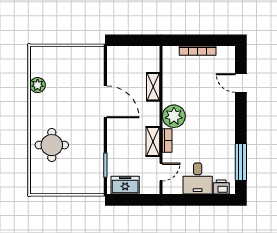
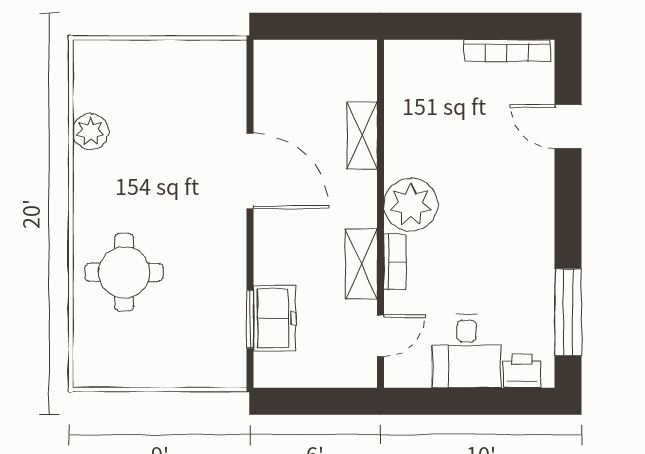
bookcase: (198, 51) -> (507, 51), moved
freezer: (125, 185) -> (275, 318), moved, turned 90

